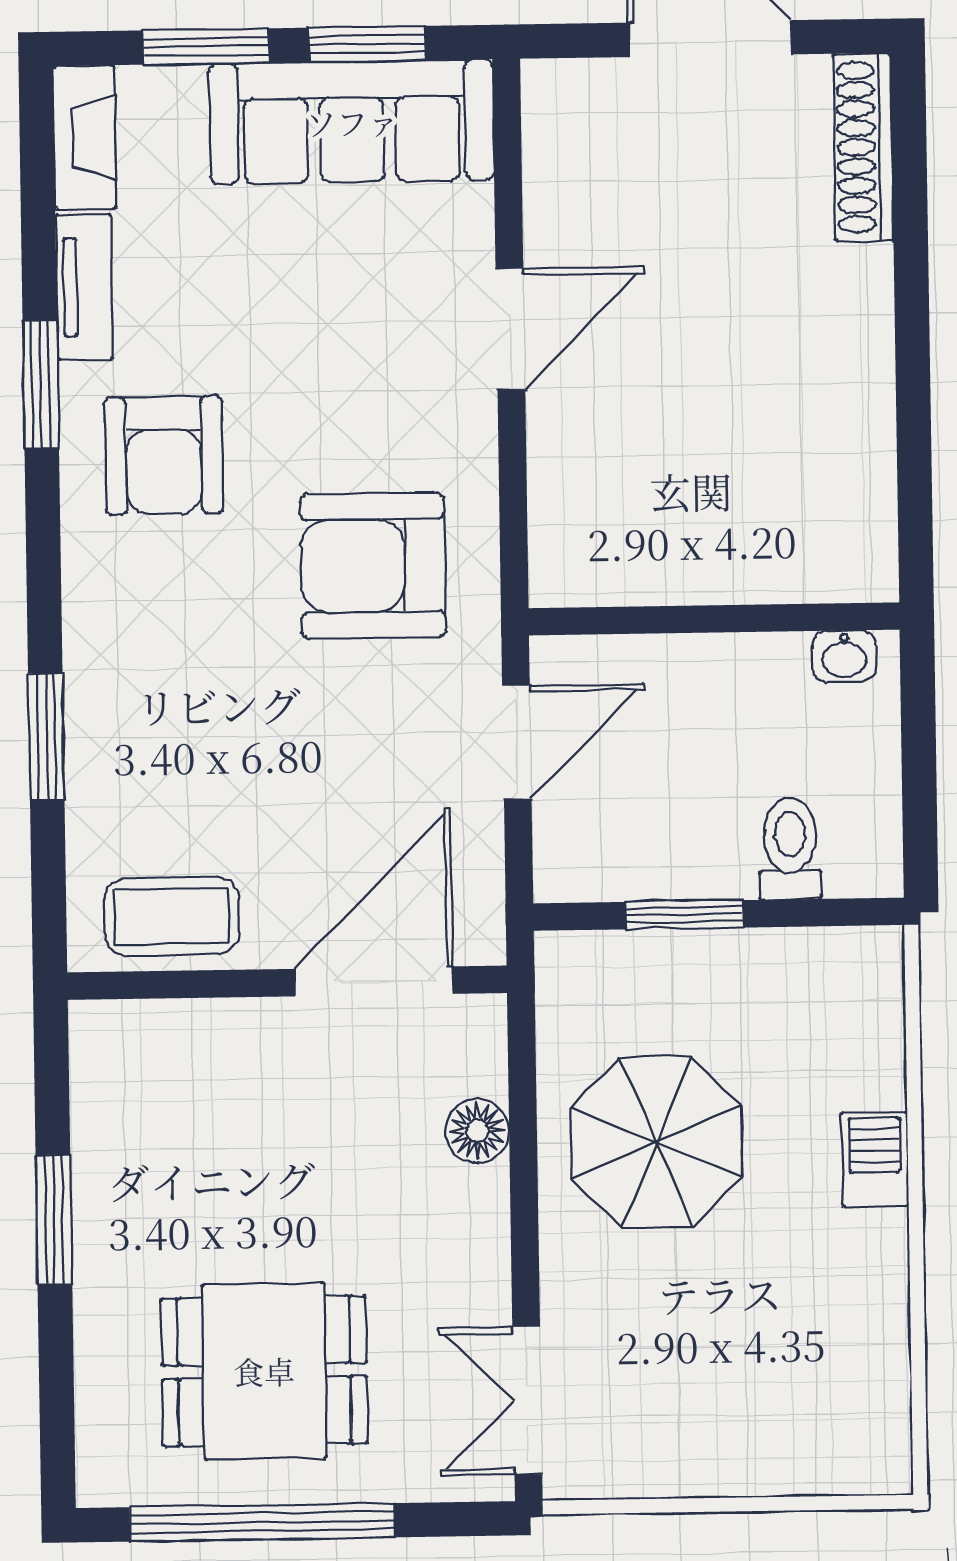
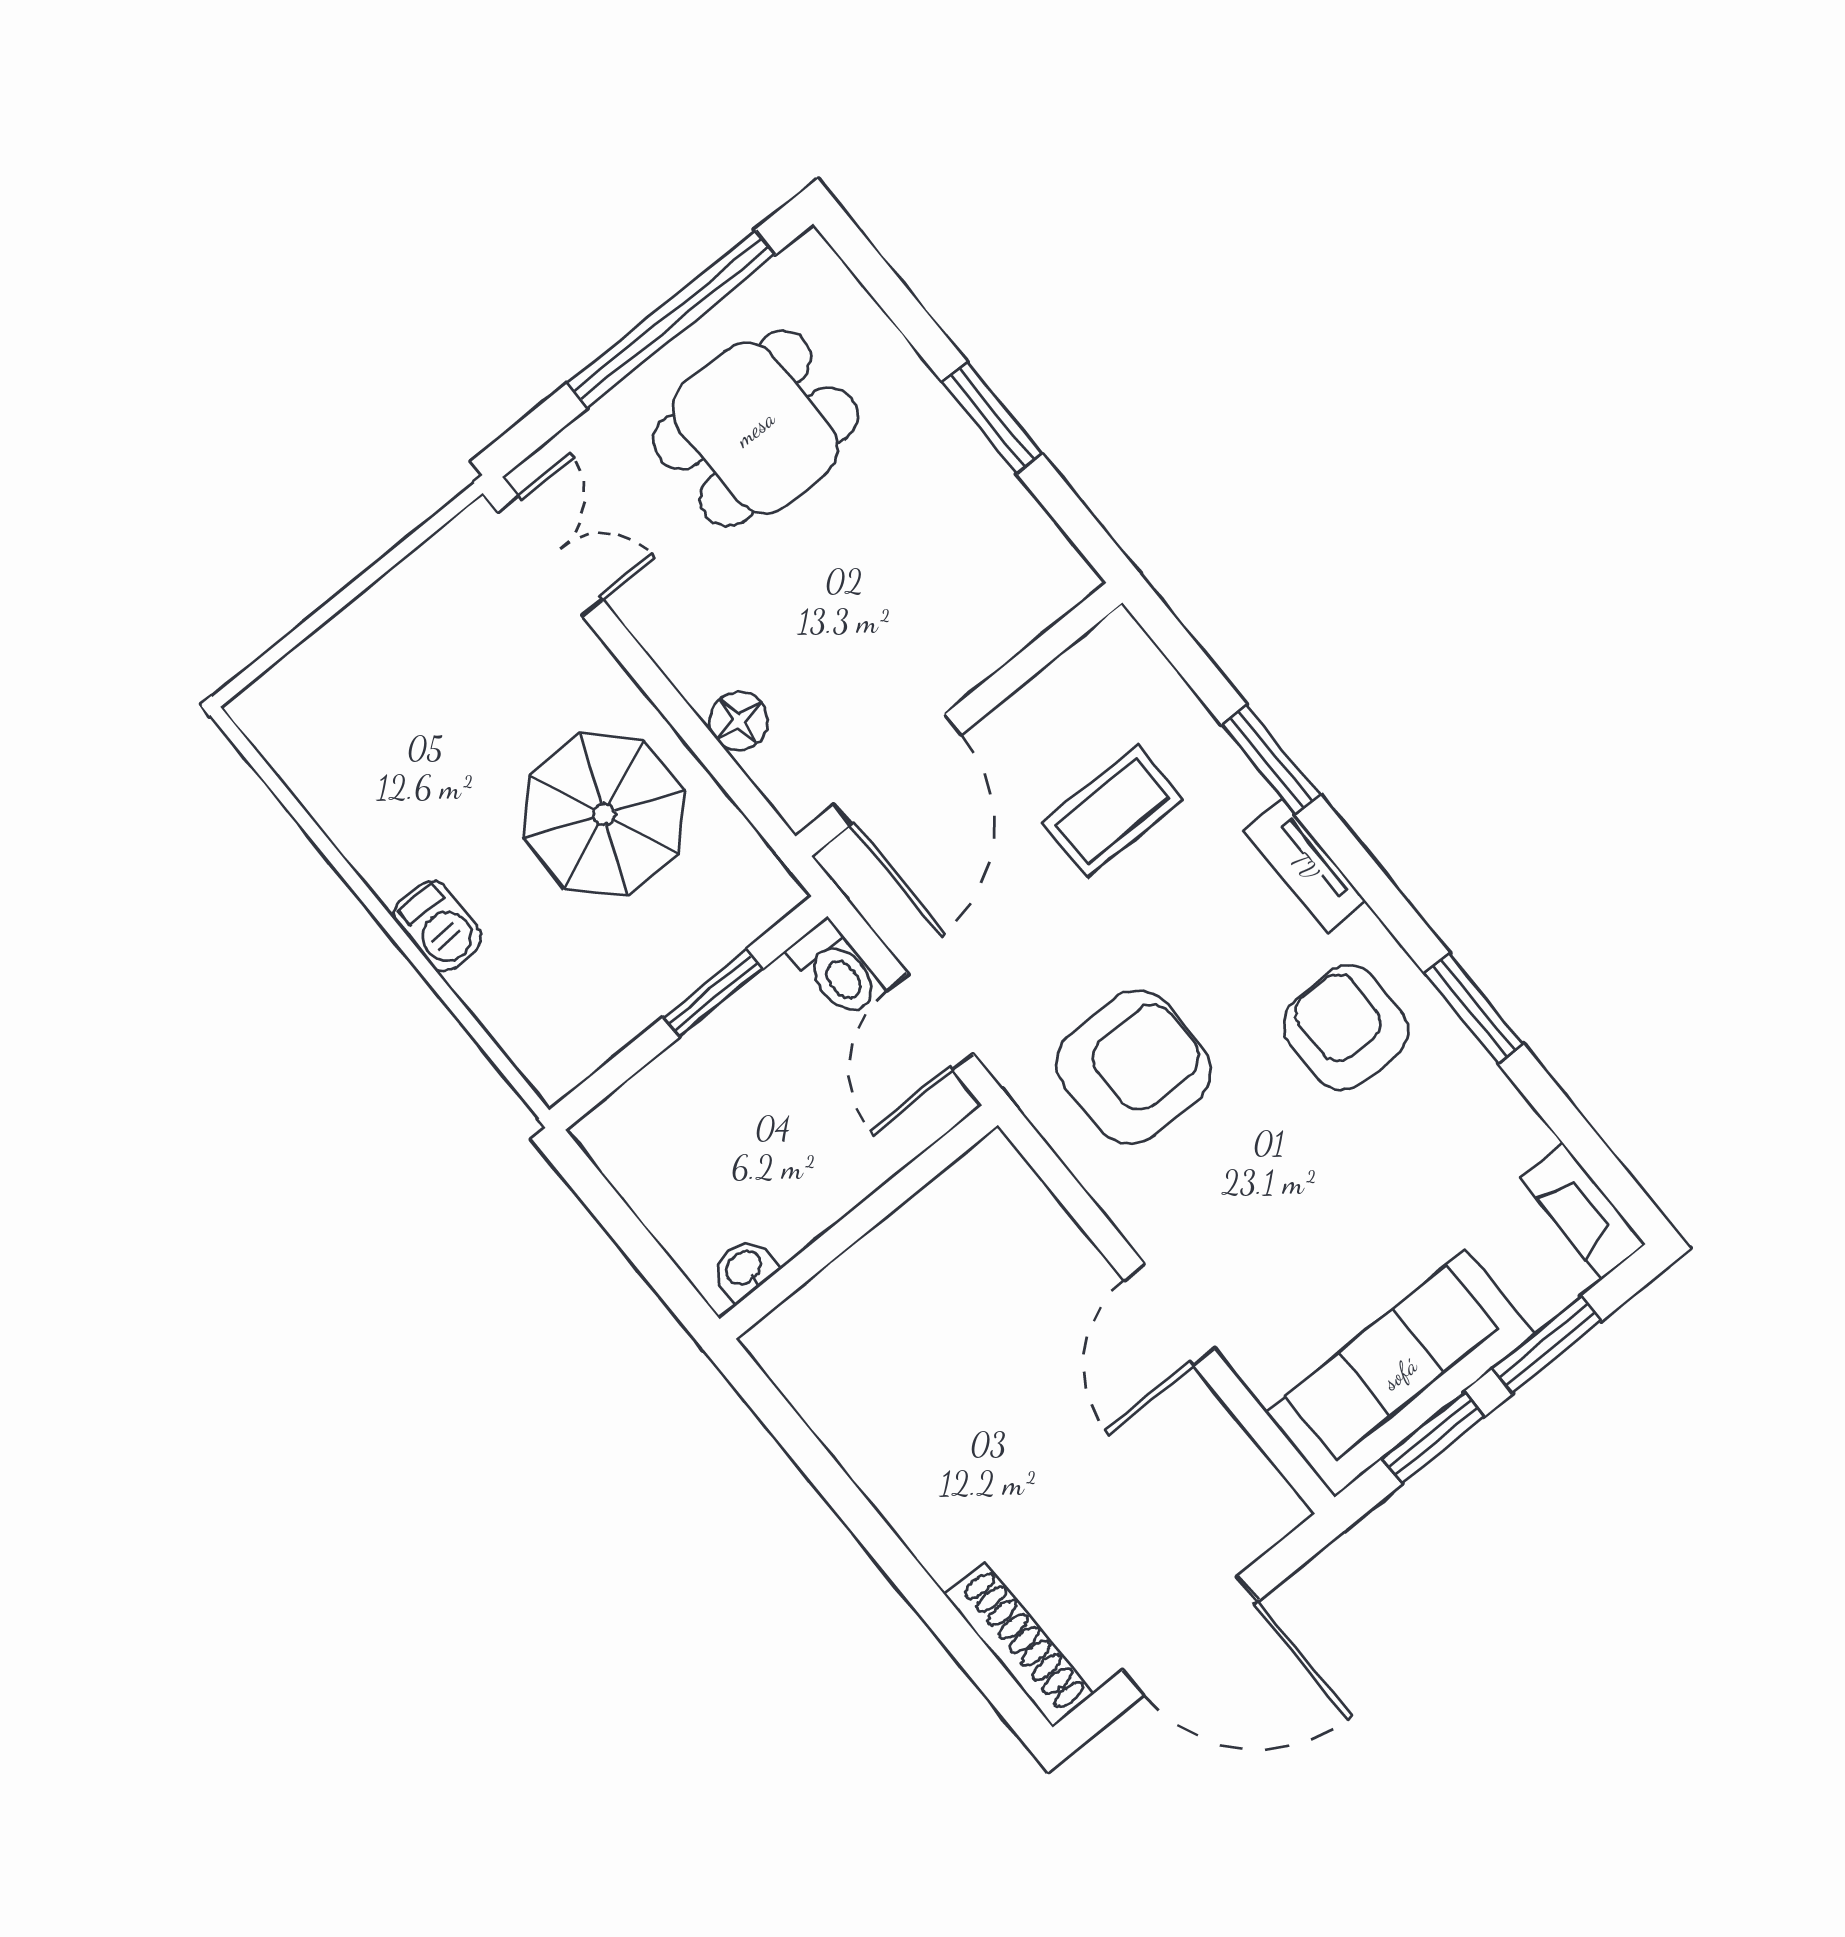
tv unit: (84, 287) -> (1305, 866), moved
toilet: (790, 848) -> (835, 970), moved
coffee table: (172, 916) -> (1113, 811), moved

